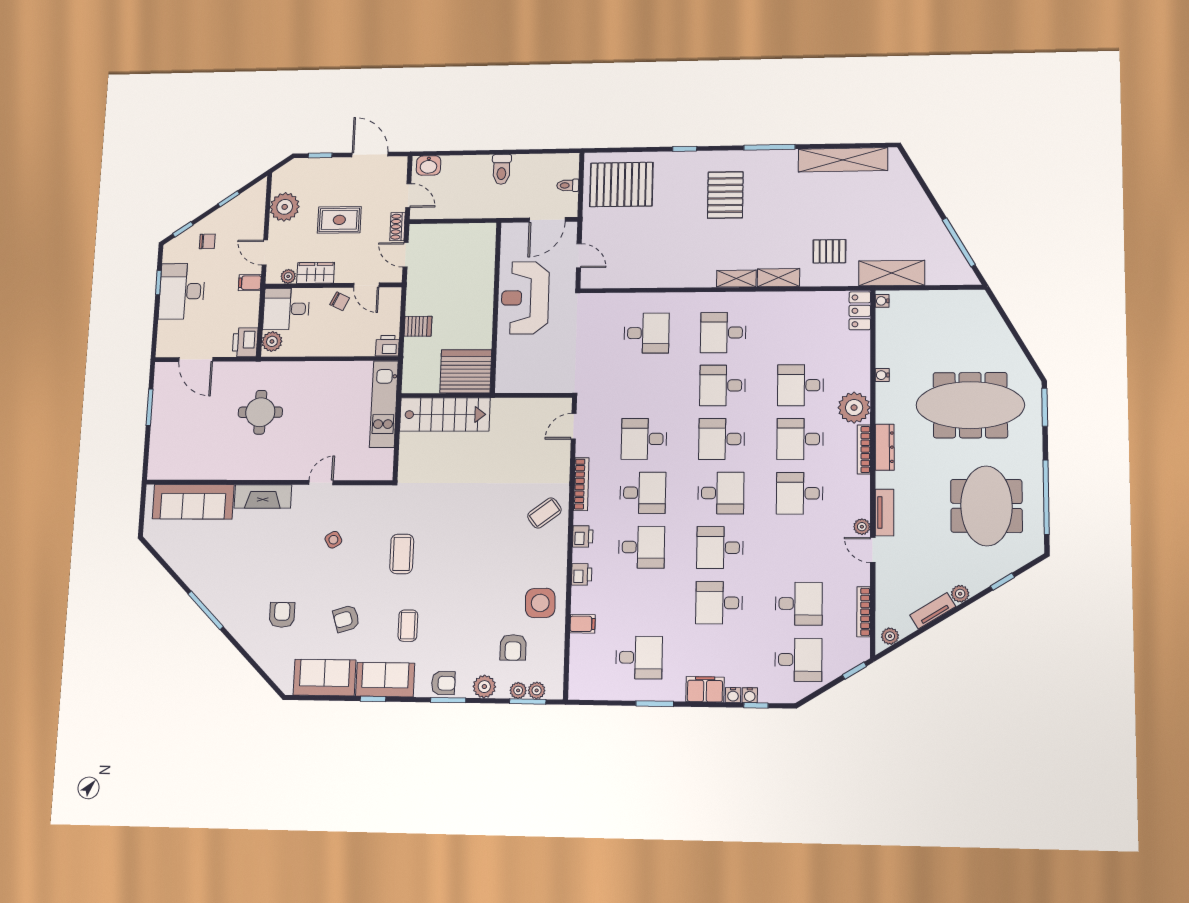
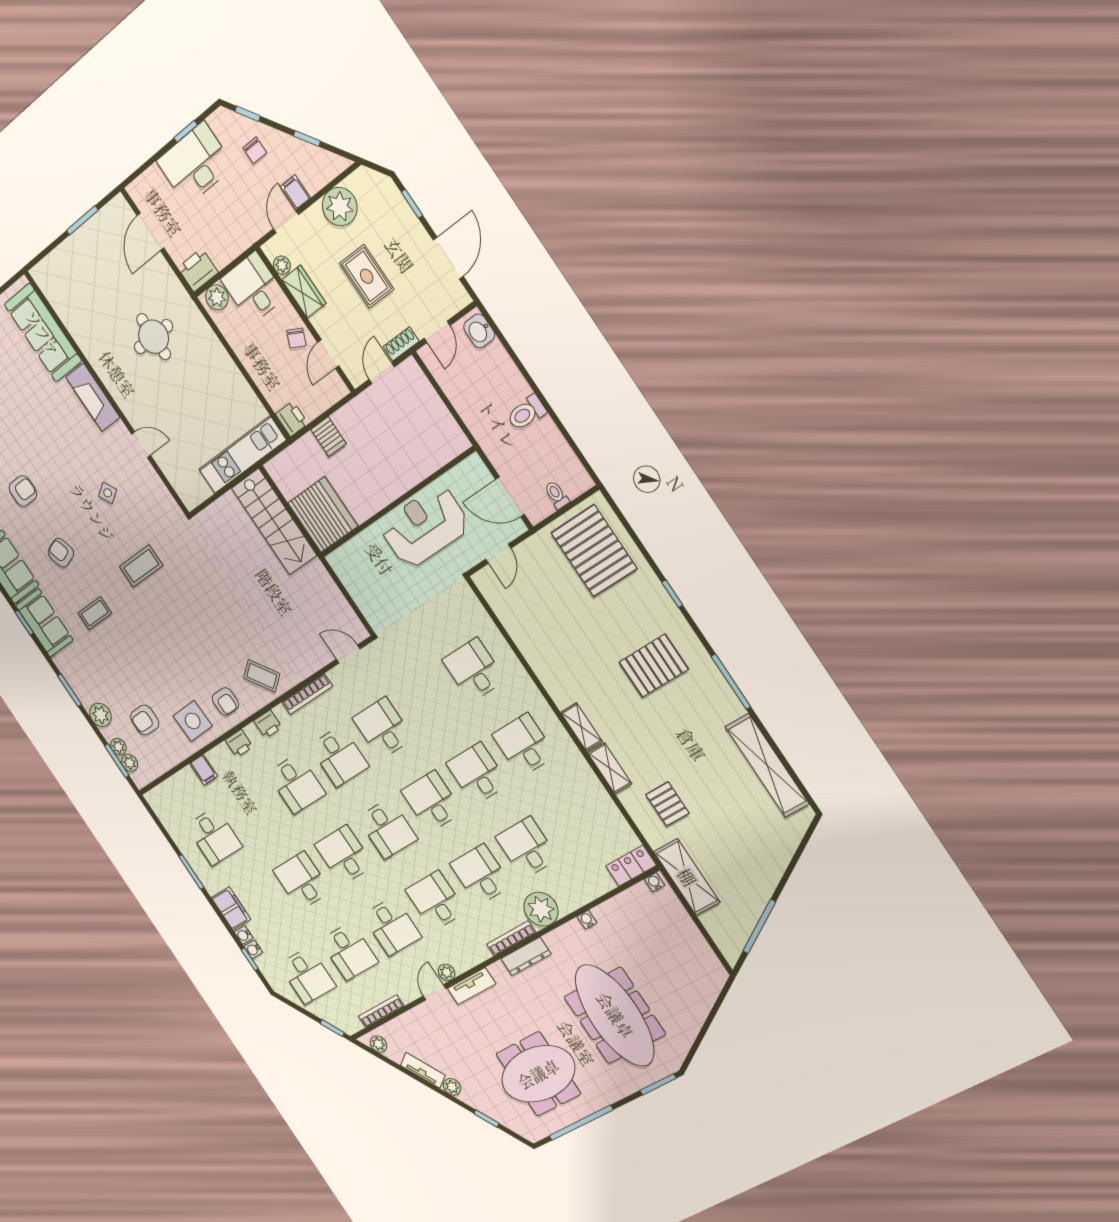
filing cabinet: (250, 283) -> (295, 192), moved
desk: (646, 333) -> (474, 670), turned 180
desk: (799, 548) -> (392, 926), added
armchair: (443, 683) -> (225, 701), moved

